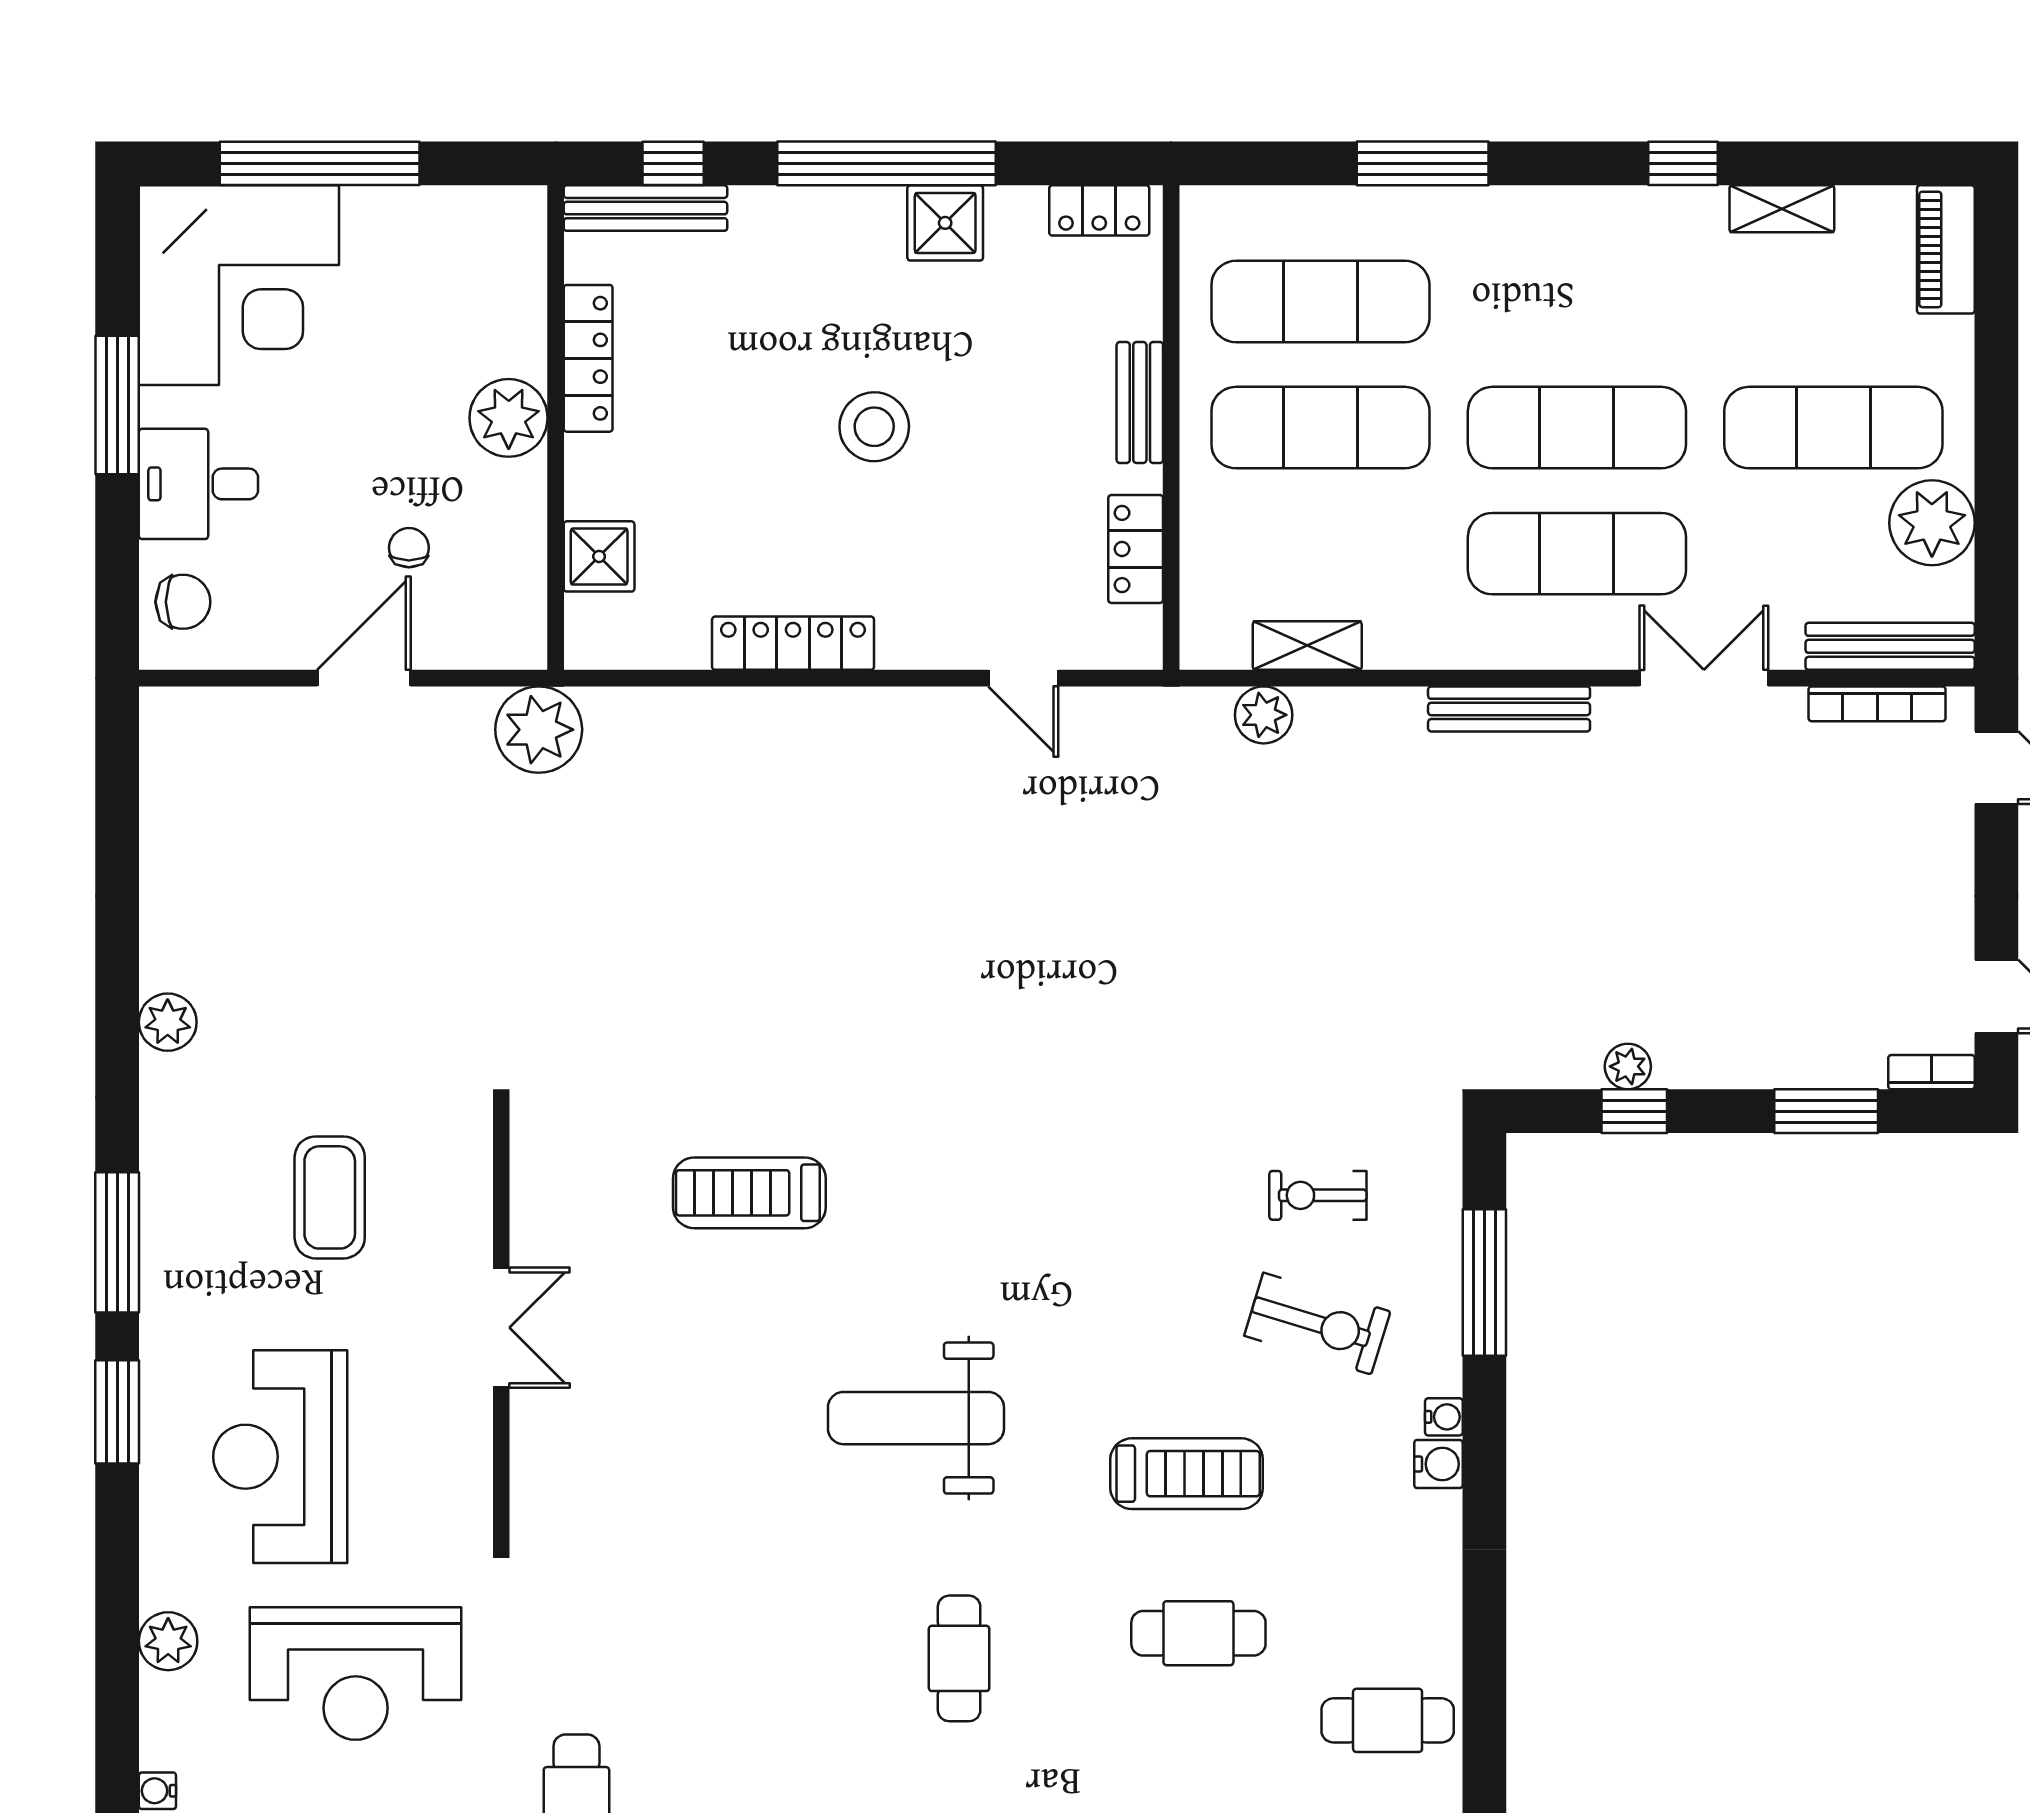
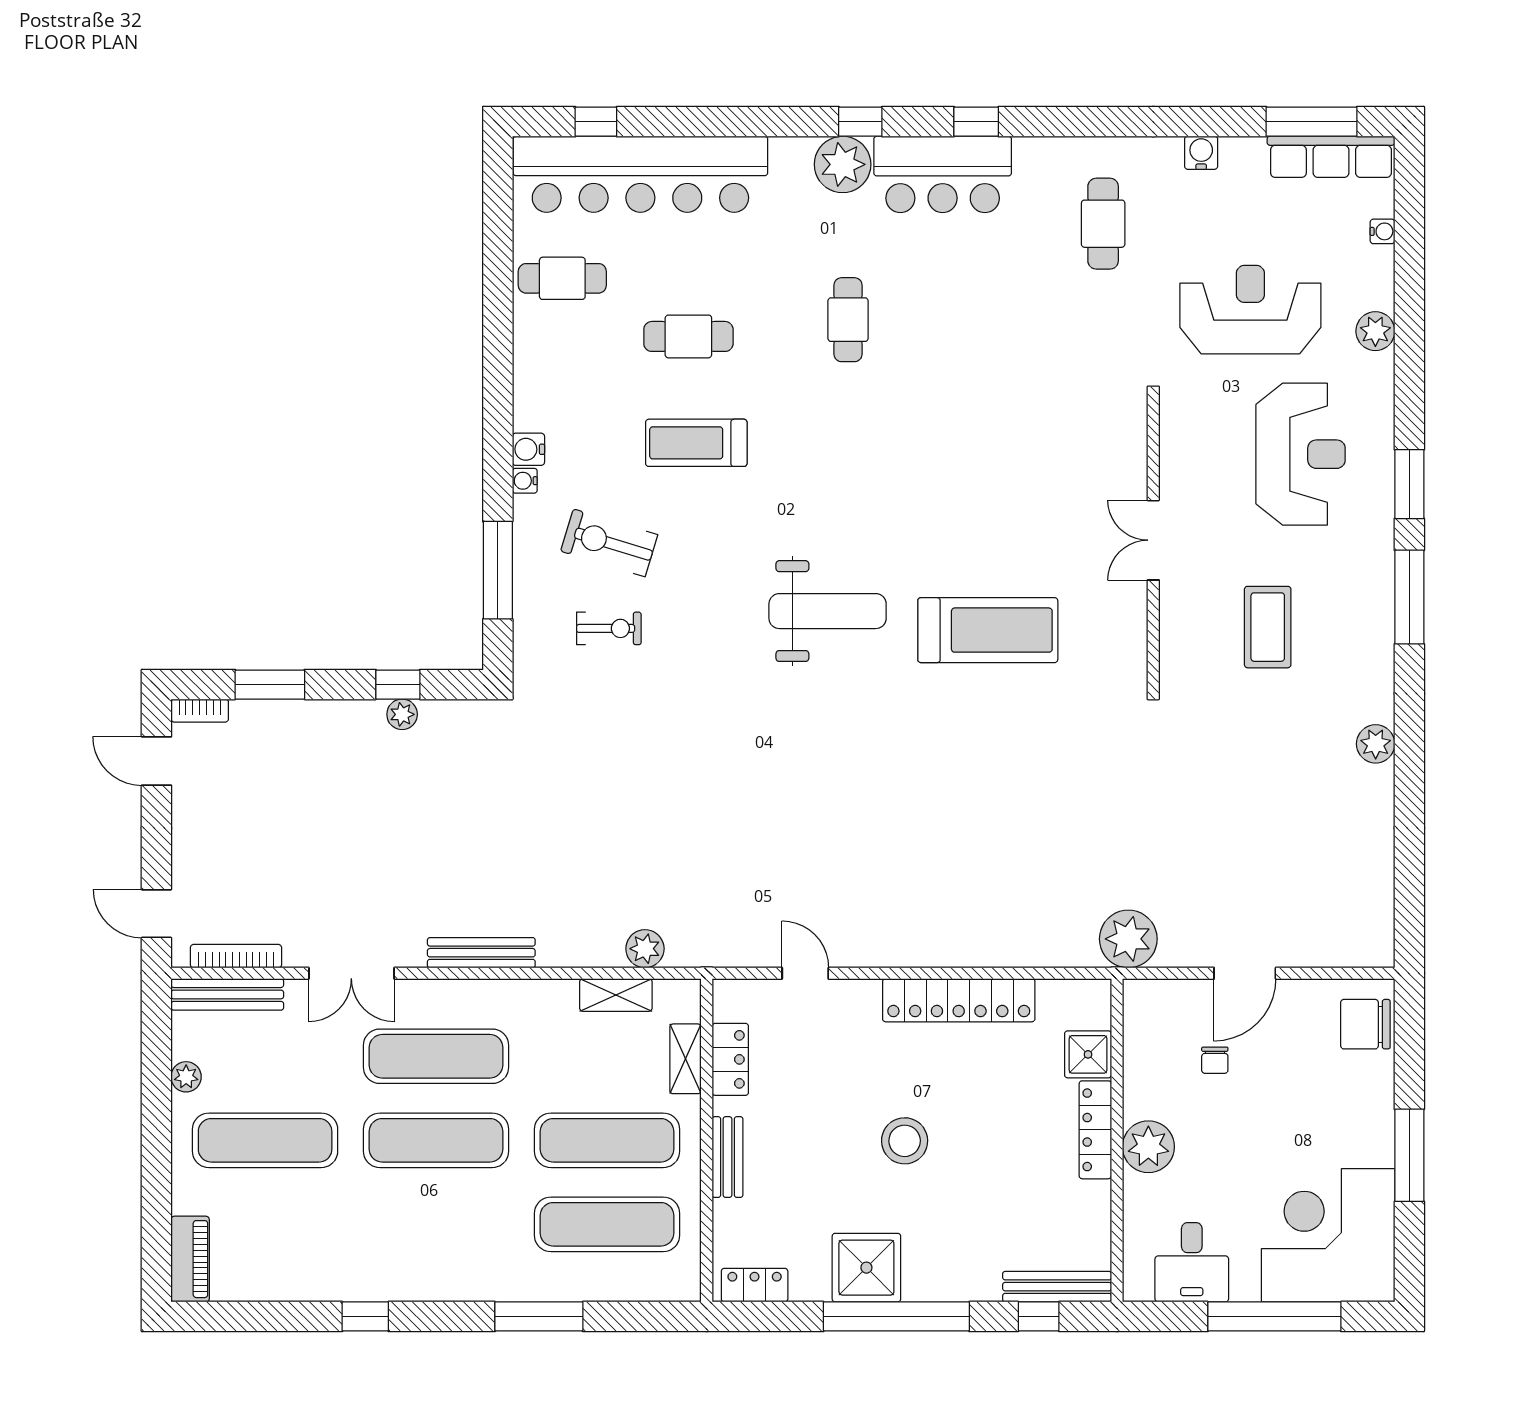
shelving: (1782, 209) -> (685, 1059), moved, turned 90
shower: (945, 223) -> (866, 1268), width x1.36, depth x1.36
locker: (588, 358) -> (1095, 1130), moved
desk: (198, 484) -> (1192, 1262), moved, turned 90
plant: (1932, 523) -> (186, 1077), width x0.53, depth x0.53
chair: (183, 602) -> (1365, 1024), width x1.37, depth x1.37
locker: (793, 643) -> (959, 1000), width x1.41, depth x1.21
treadmill: (749, 1193) -> (988, 630), width x1.37, depth x1.38
weight bench: (916, 1418) -> (828, 611), moved

